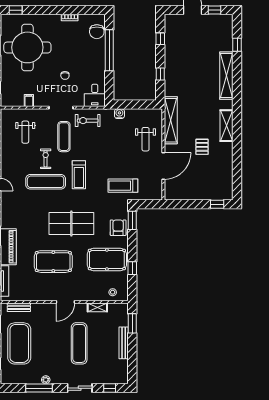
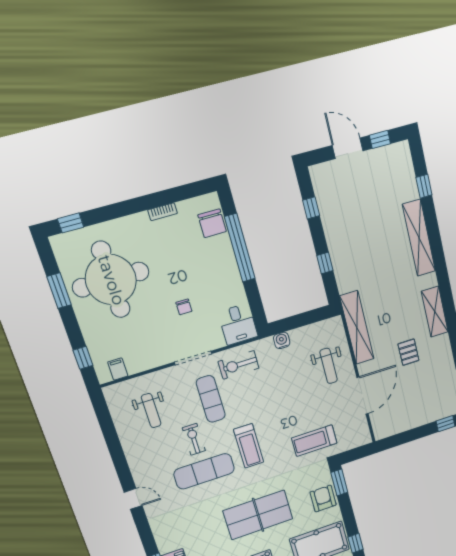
filing cabinet: (29, 101) -> (118, 369), moved

